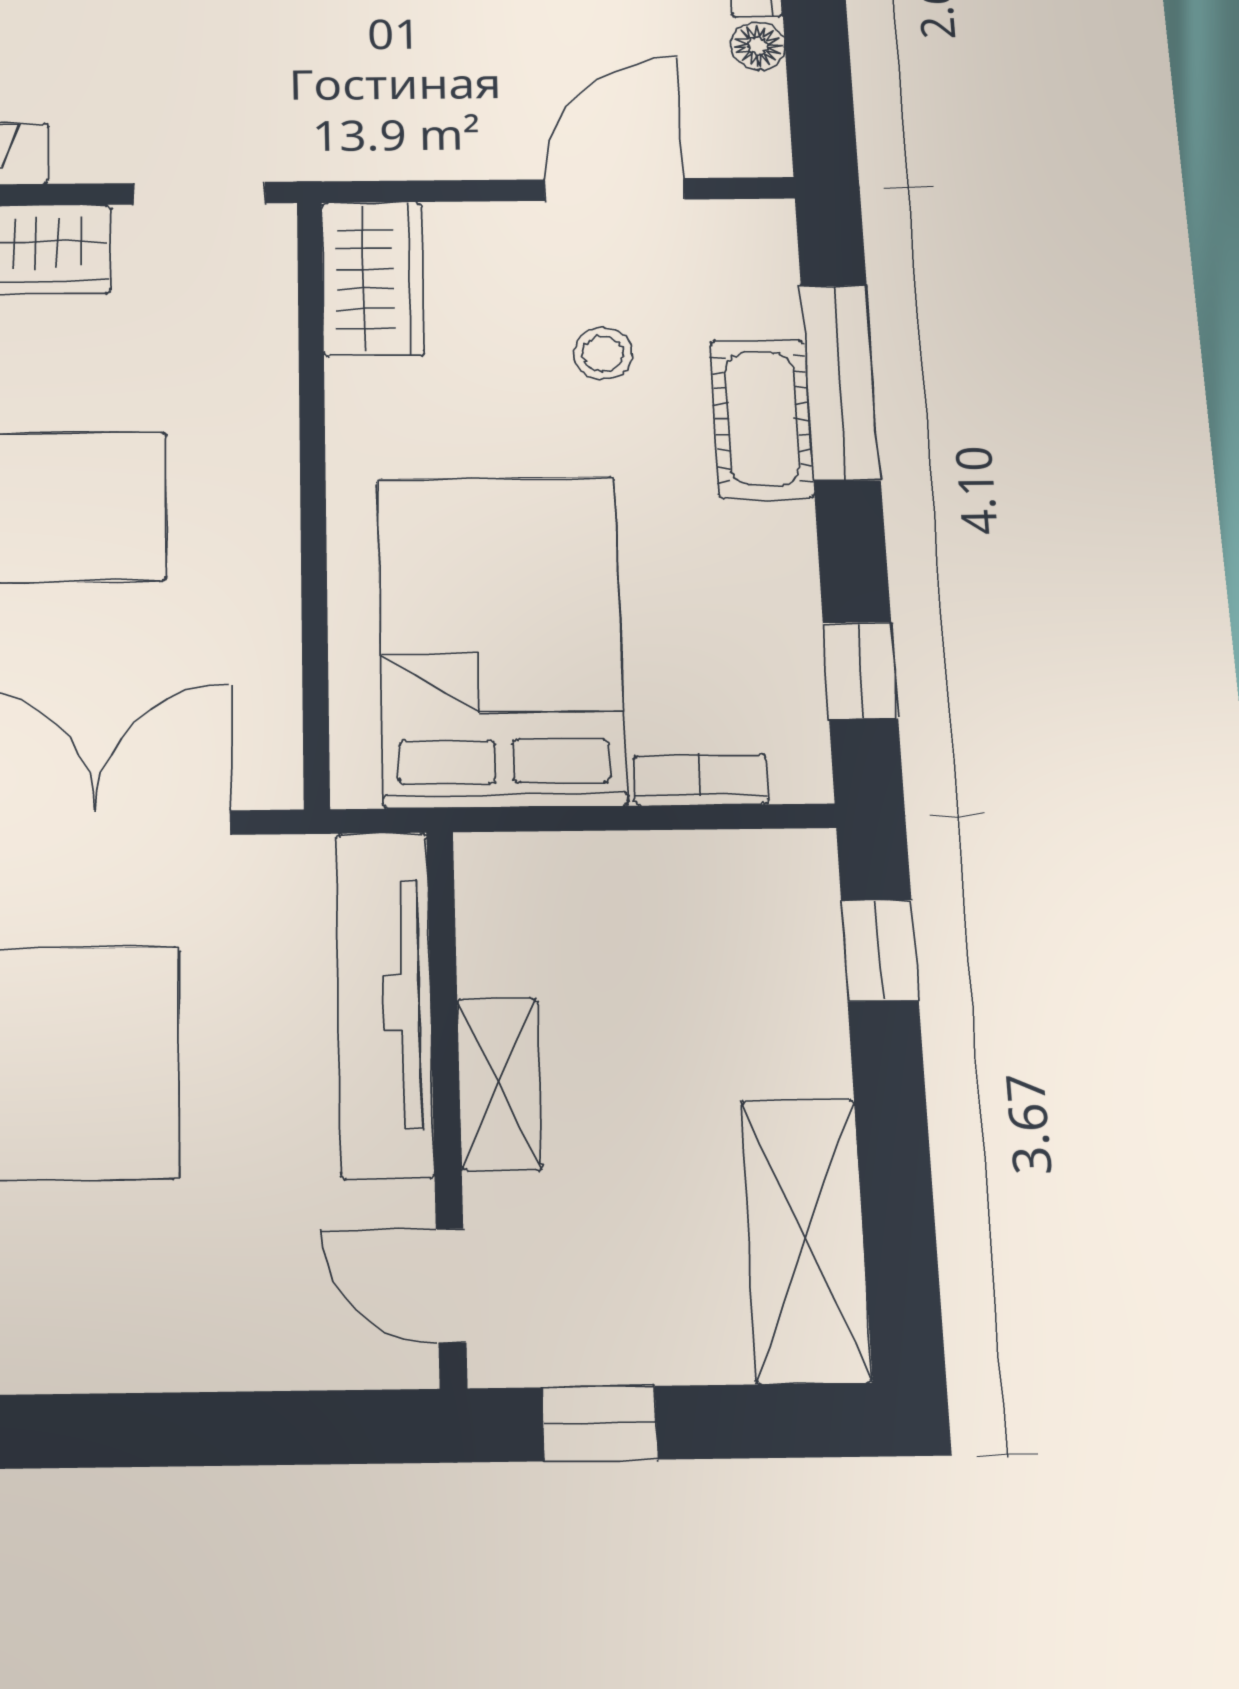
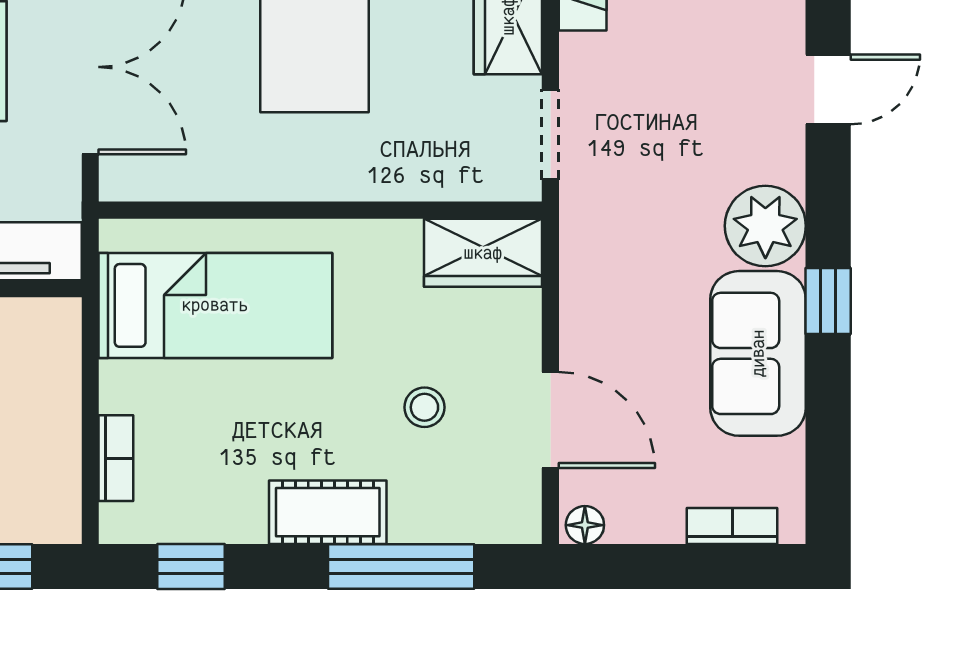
floor lamp: (758, 46) -> (585, 525), moved
cot: (762, 419) -> (328, 512), moved
bed: (500, 640) -> (215, 305), width x0.67

